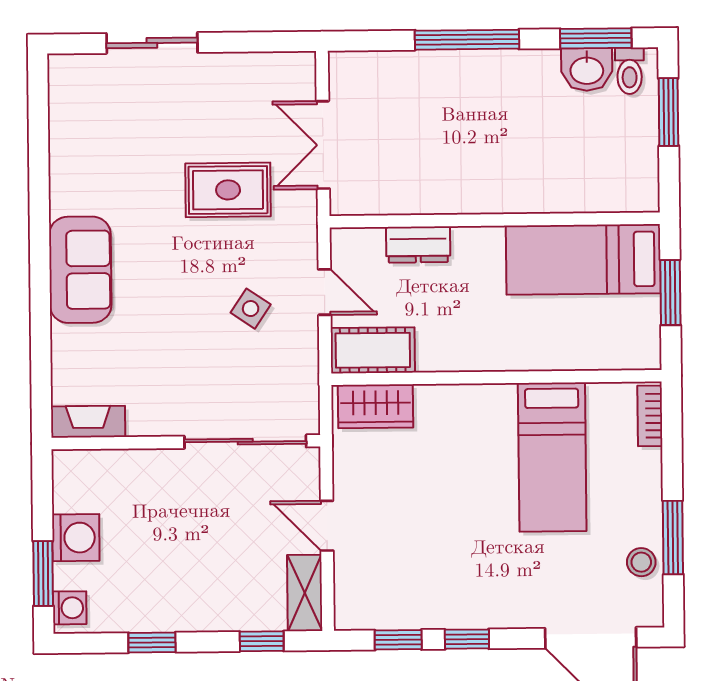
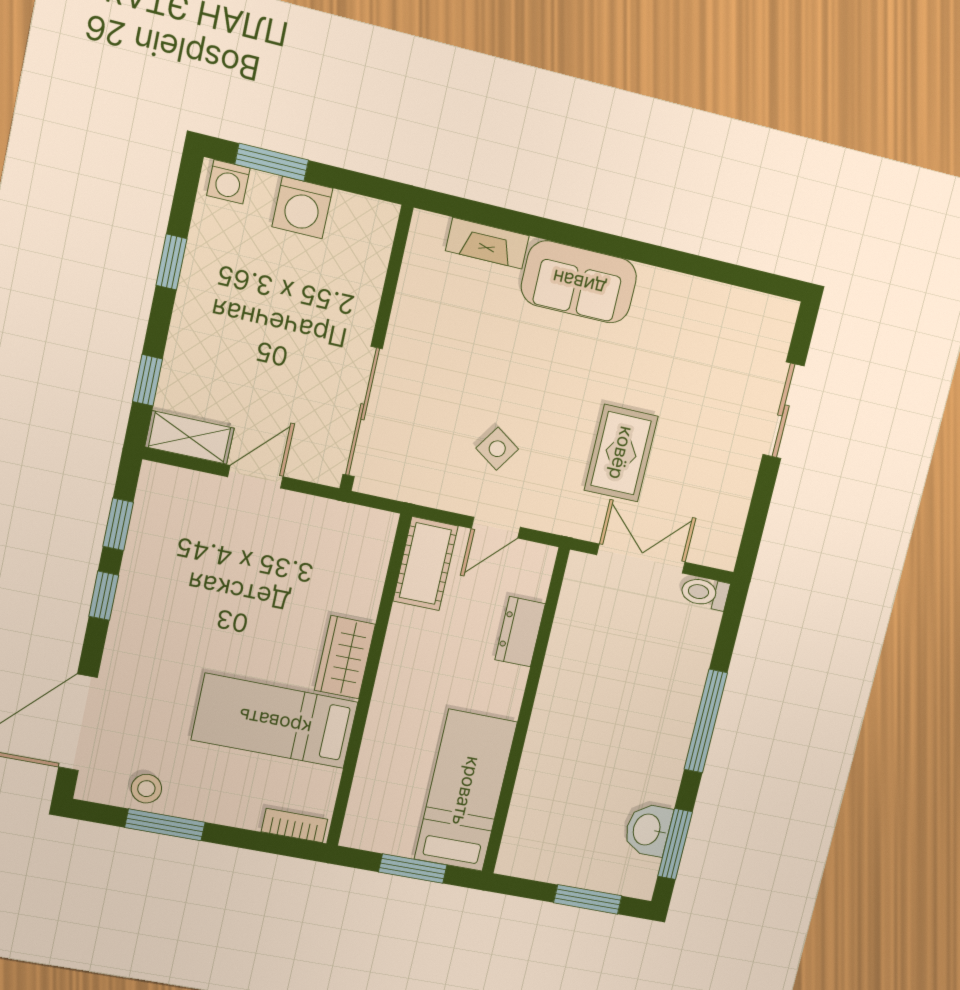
toilet: (630, 71) -> (705, 593), moved
wardrobe: (375, 406) -> (345, 657), moved
fireplace: (88, 422) -> (487, 243), moved, turned 90

